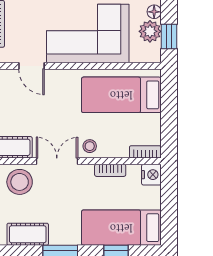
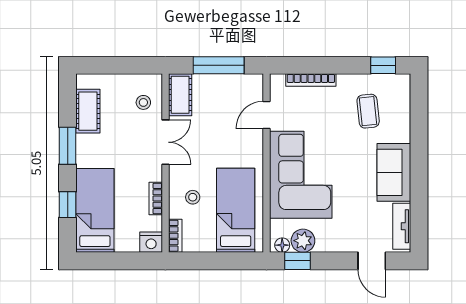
floor lamp: (154, 12) -> (282, 245), moved
stool: (90, 146) -> (193, 197), moved
stool: (20, 182) -> (143, 102), width x0.53, depth x0.53

